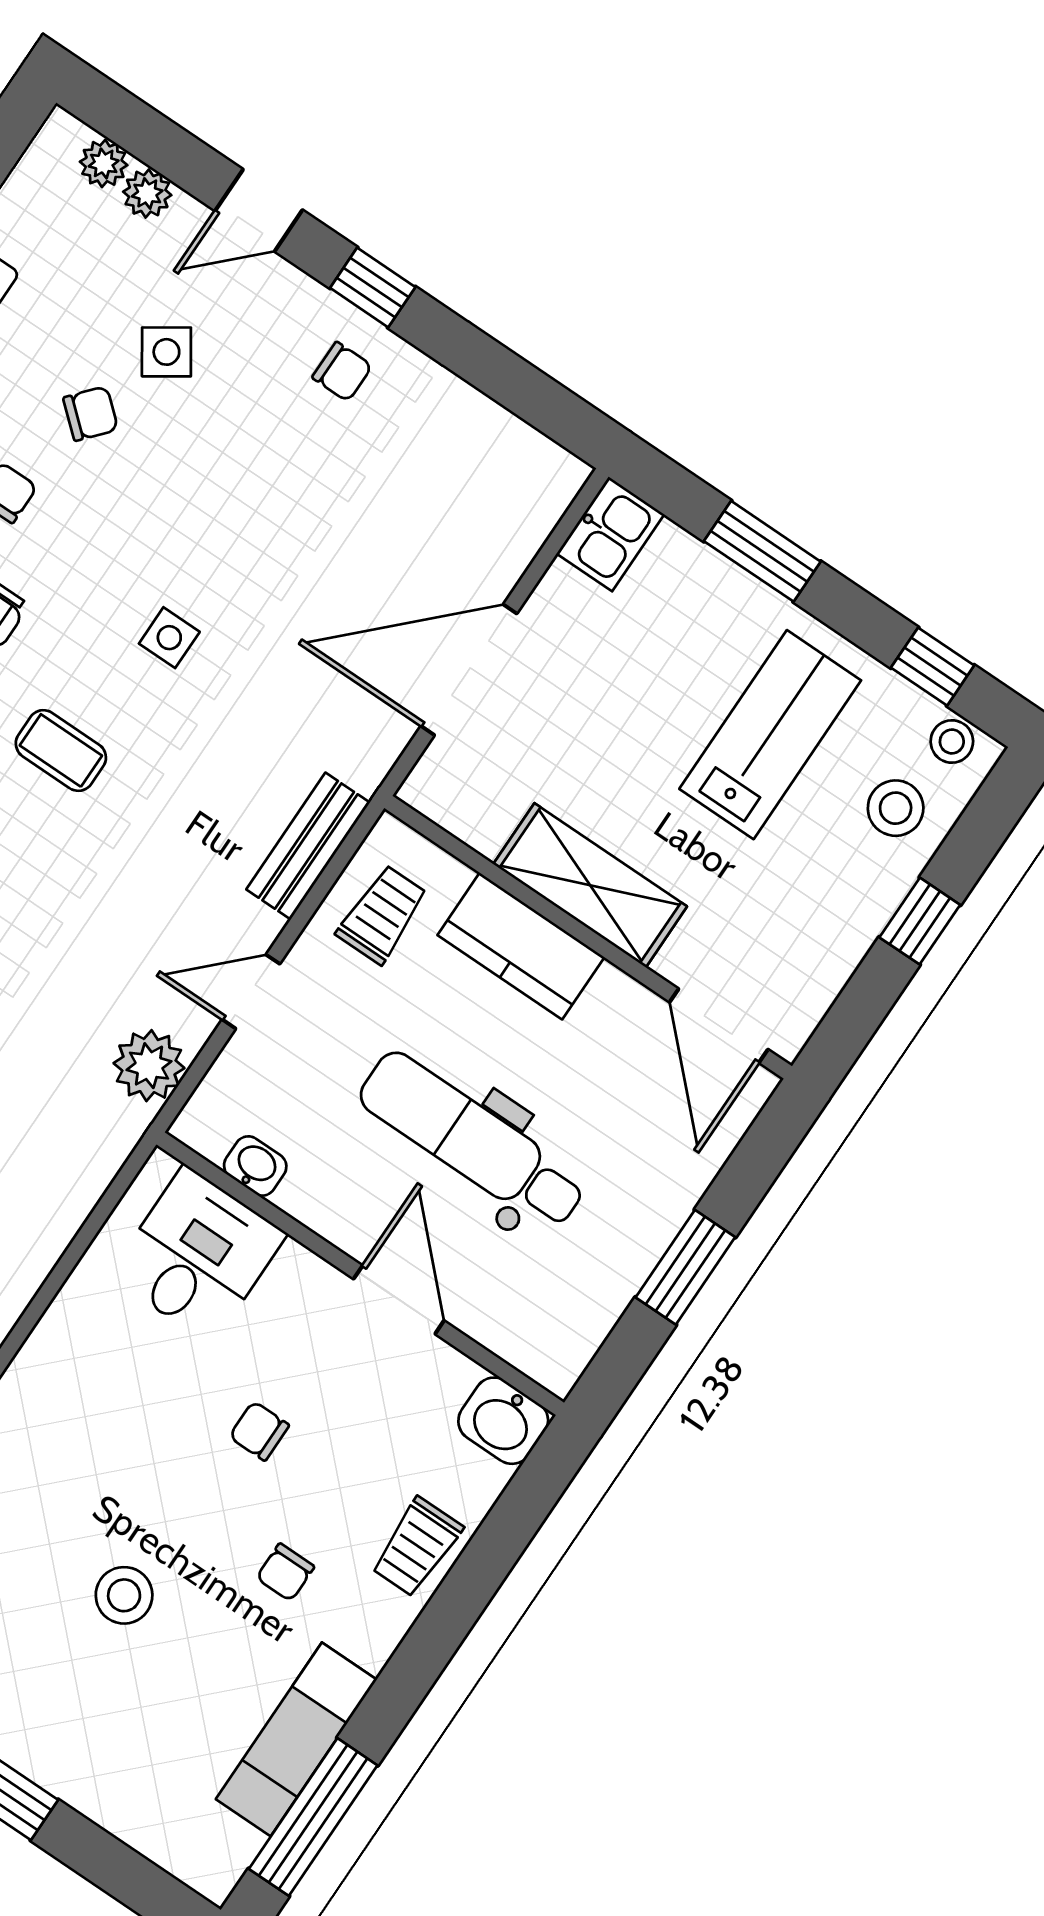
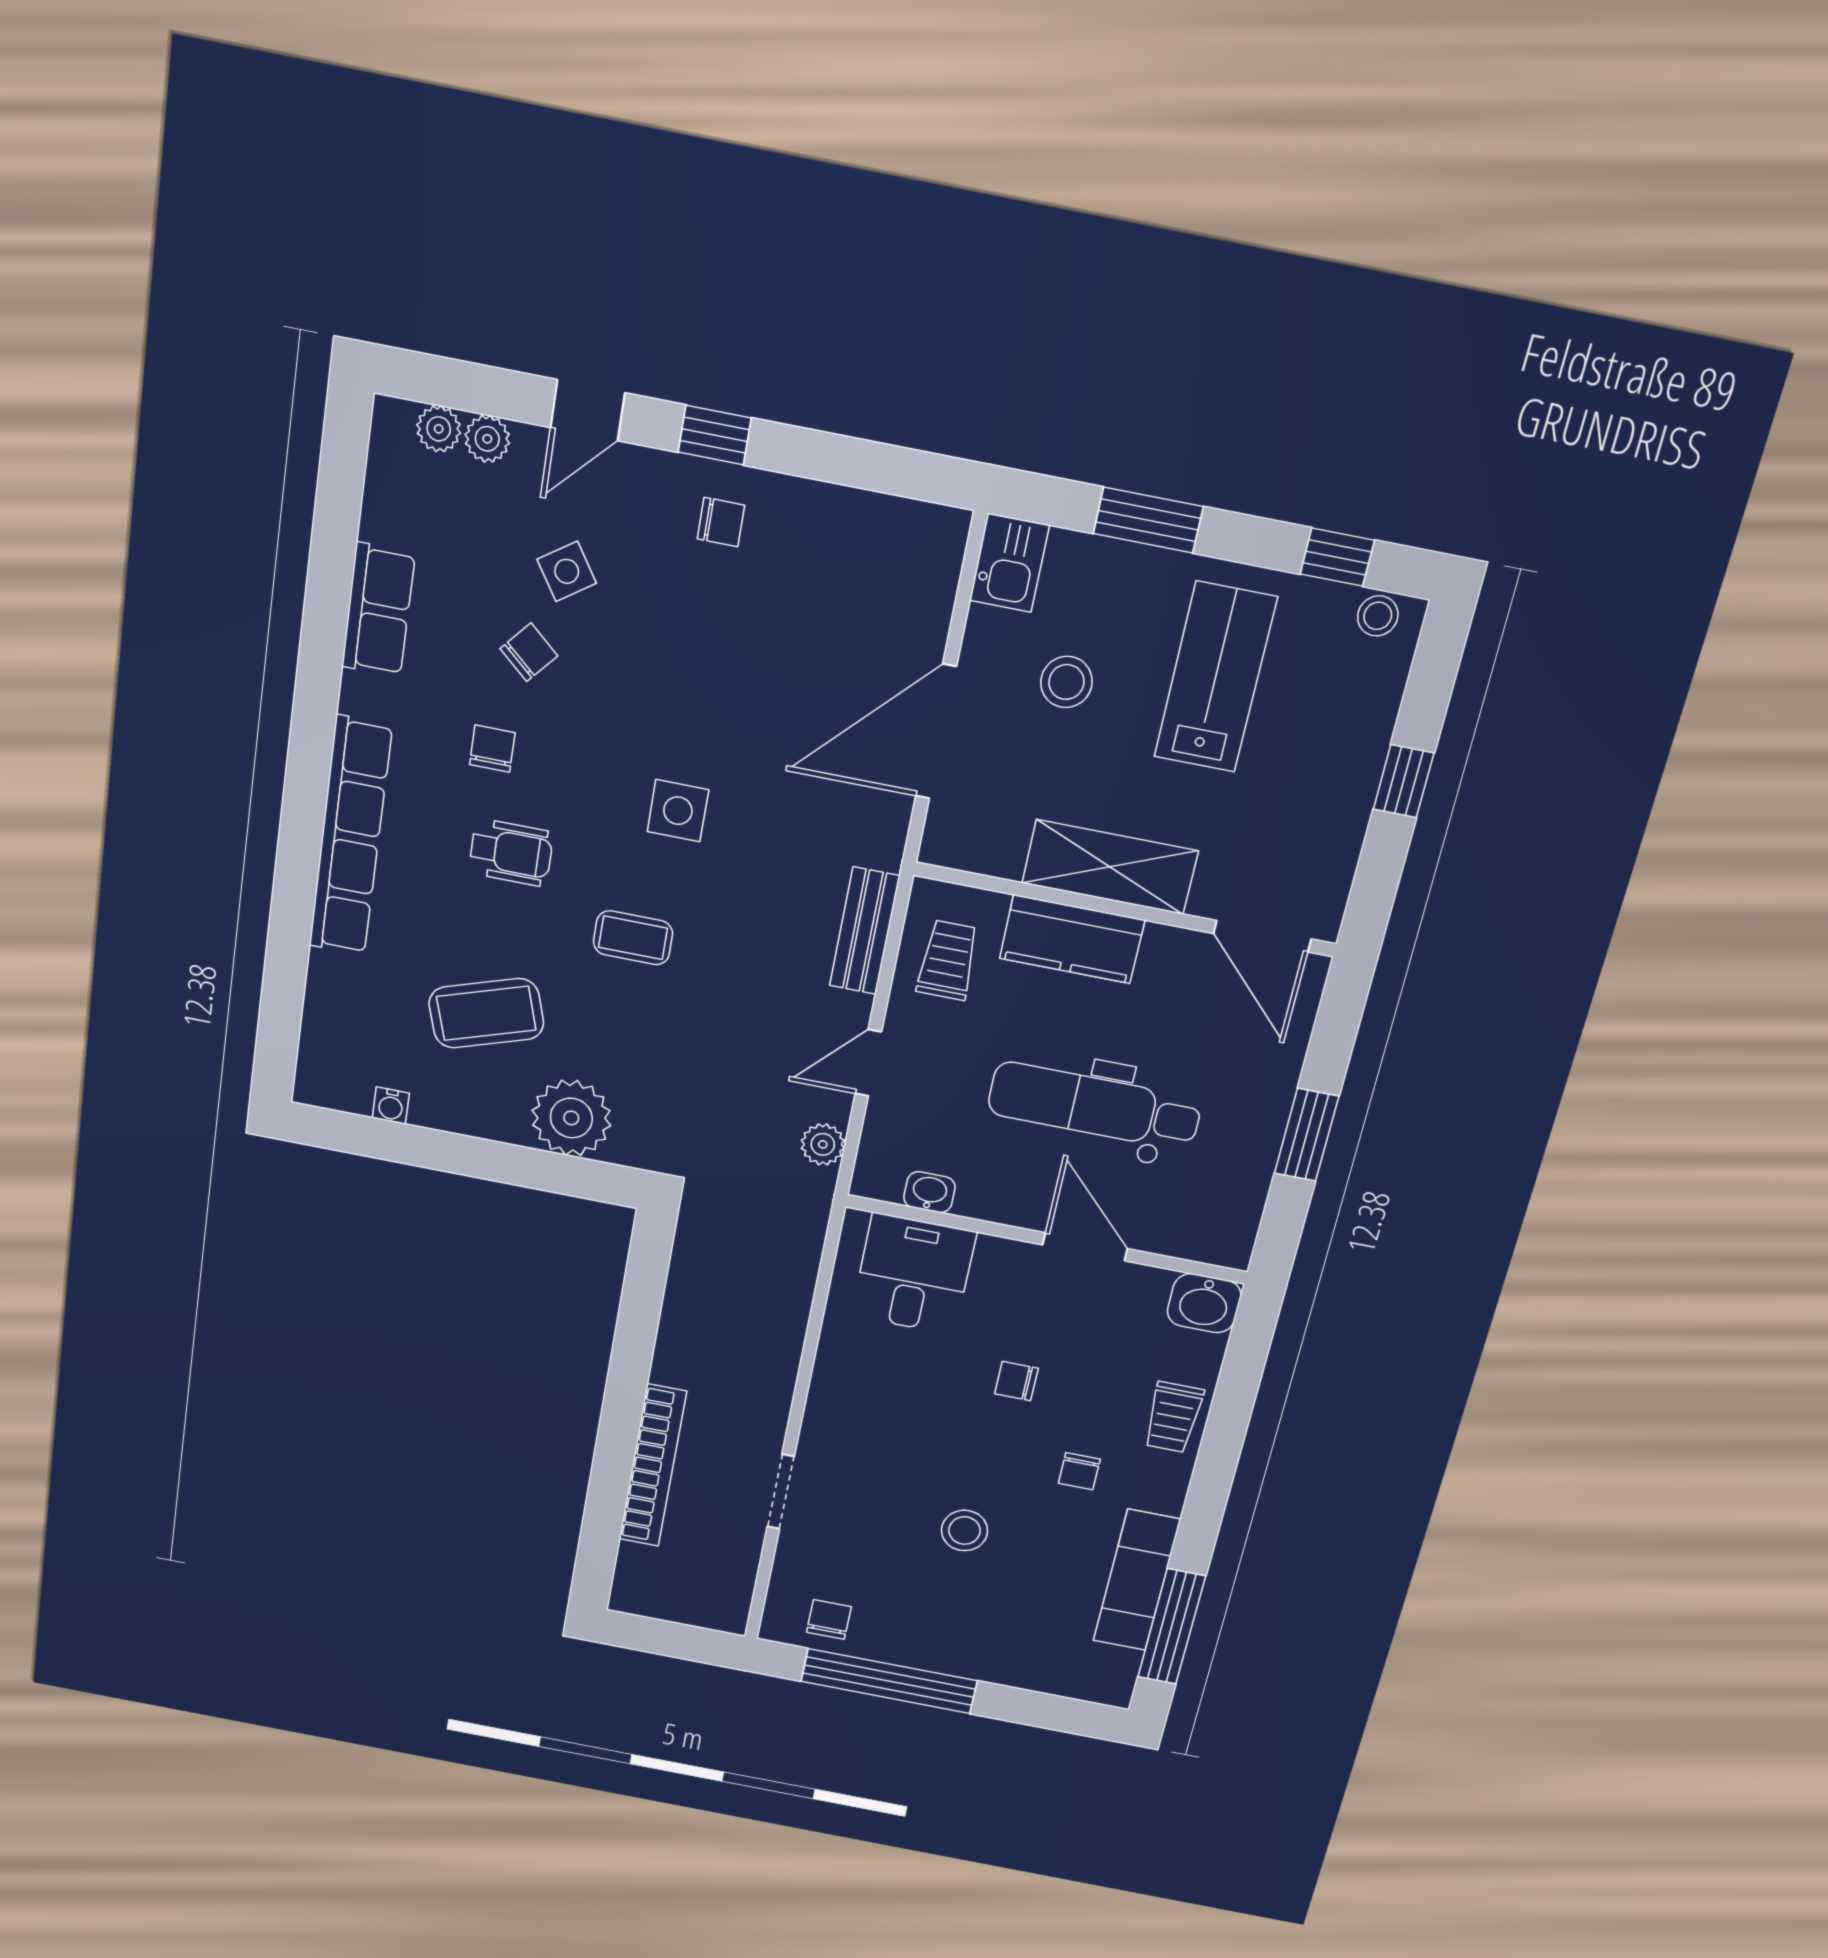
side table: (169, 638) -> (678, 811), width x1.37, depth x1.37
stool: (896, 808) -> (1066, 682), moved
plant: (149, 1066) -> (823, 1144), width x0.73, depth x0.73

